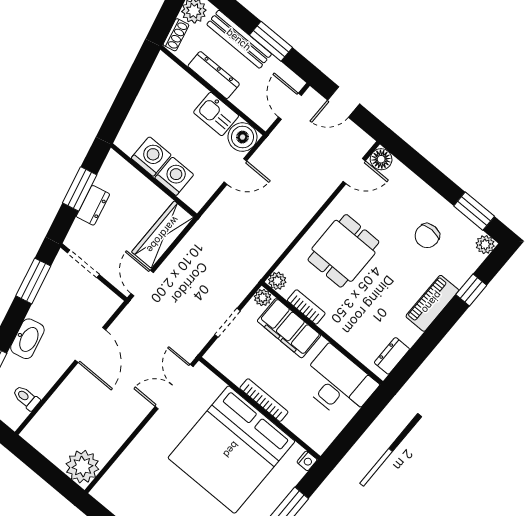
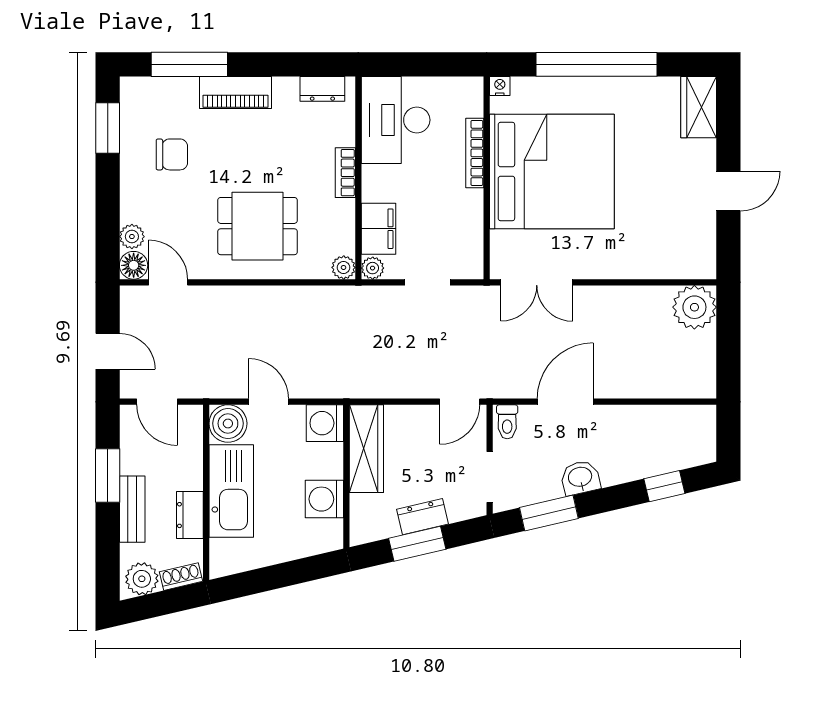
bench: (239, 39) -> (132, 509), width x0.73
dresser: (214, 75) -> (190, 515), width x0.70
door: (290, 106) -> (157, 402), hinge flipped
kitchen sink: (216, 114) -> (231, 491), width x1.88, depth x1.24
washing machine: (174, 176) -> (325, 423), moved
wardrobe: (163, 235) -> (366, 449), moved, turned -90
plant: (485, 245) -> (132, 237), moved
window: (471, 290) -> (189, 64), width x2.17
bookcase: (306, 307) -> (345, 173), moved
filing cabinet: (289, 328) -> (378, 229), width x0.67, depth x0.86
washbasin: (27, 339) -> (580, 478), moved, width x0.72
toilet: (26, 398) -> (507, 422), moved
bookcase: (264, 400) -> (475, 153), moved

